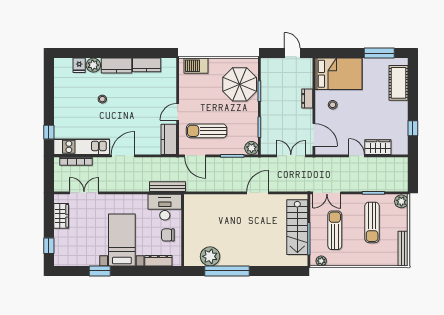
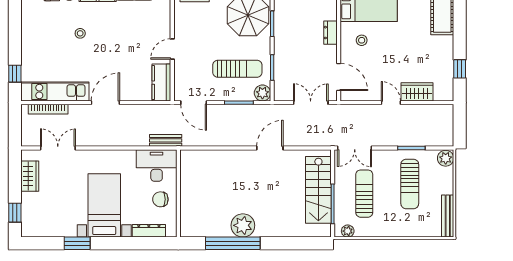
sun lounger: (207, 131) -> (237, 69), moved, turned 180
bench: (168, 187) -> (166, 140), width x0.73
plant: (210, 256) -> (243, 225), moved

